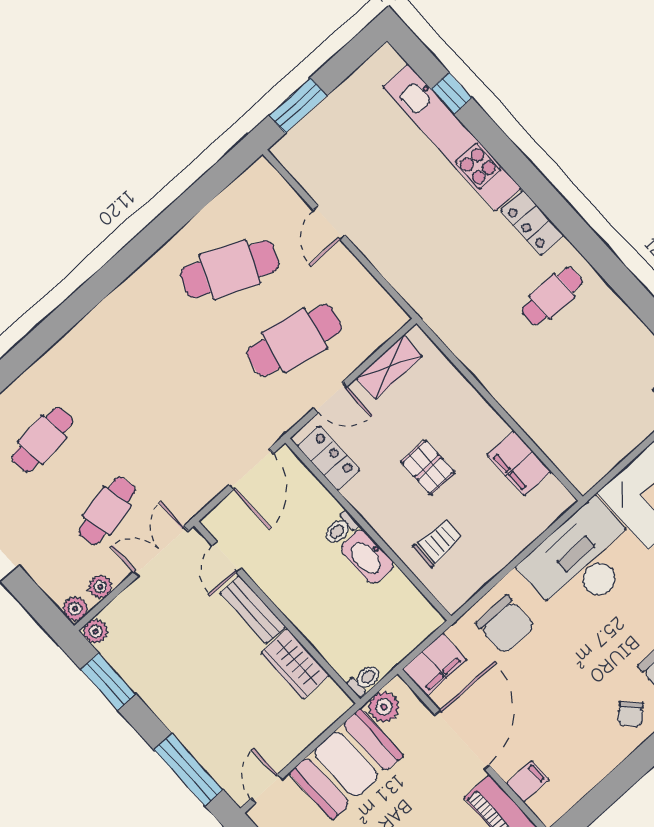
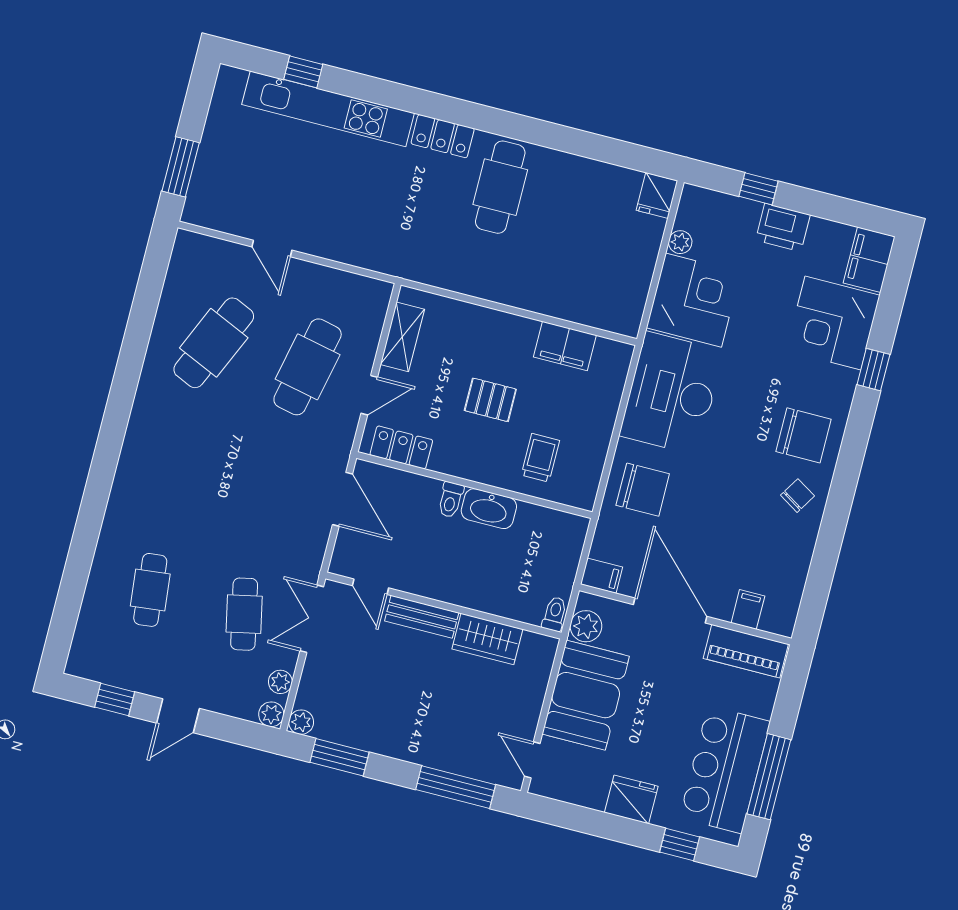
cafe table: (552, 296) -> (500, 187), width x1.37, depth x1.35
filing cabinet: (435, 664) -> (602, 576), width x0.50
chair: (631, 714) -> (798, 496), turned -105

